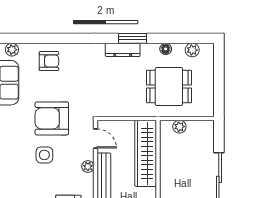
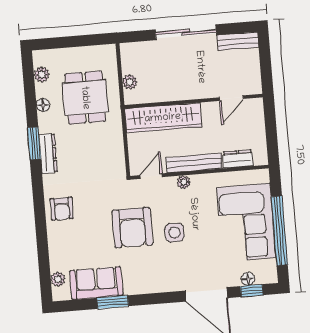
armchair: (49, 61) -> (62, 209), moved, turned 180

